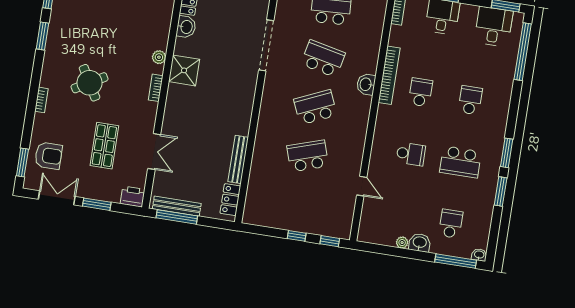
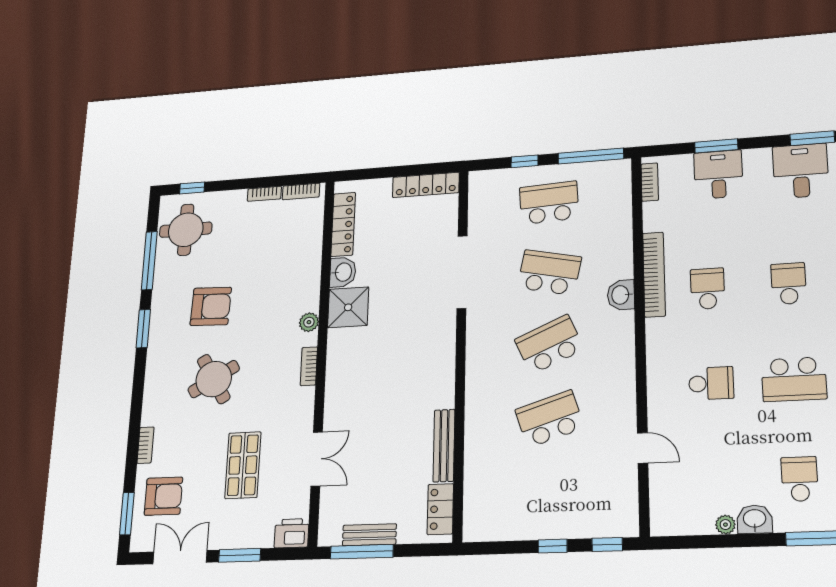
armchair: (92, 31) -> (211, 306), added
shower: (184, 70) -> (348, 307), moved
bookcase: (41, 100) -> (145, 445), moved
bench: (177, 206) -> (369, 535), width x0.73

